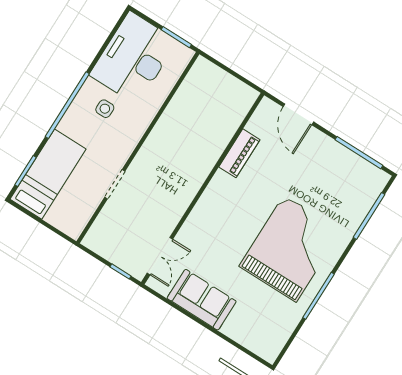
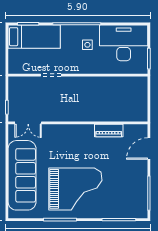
sofa: (202, 300) -> (22, 175), width x1.85, depth x1.27

